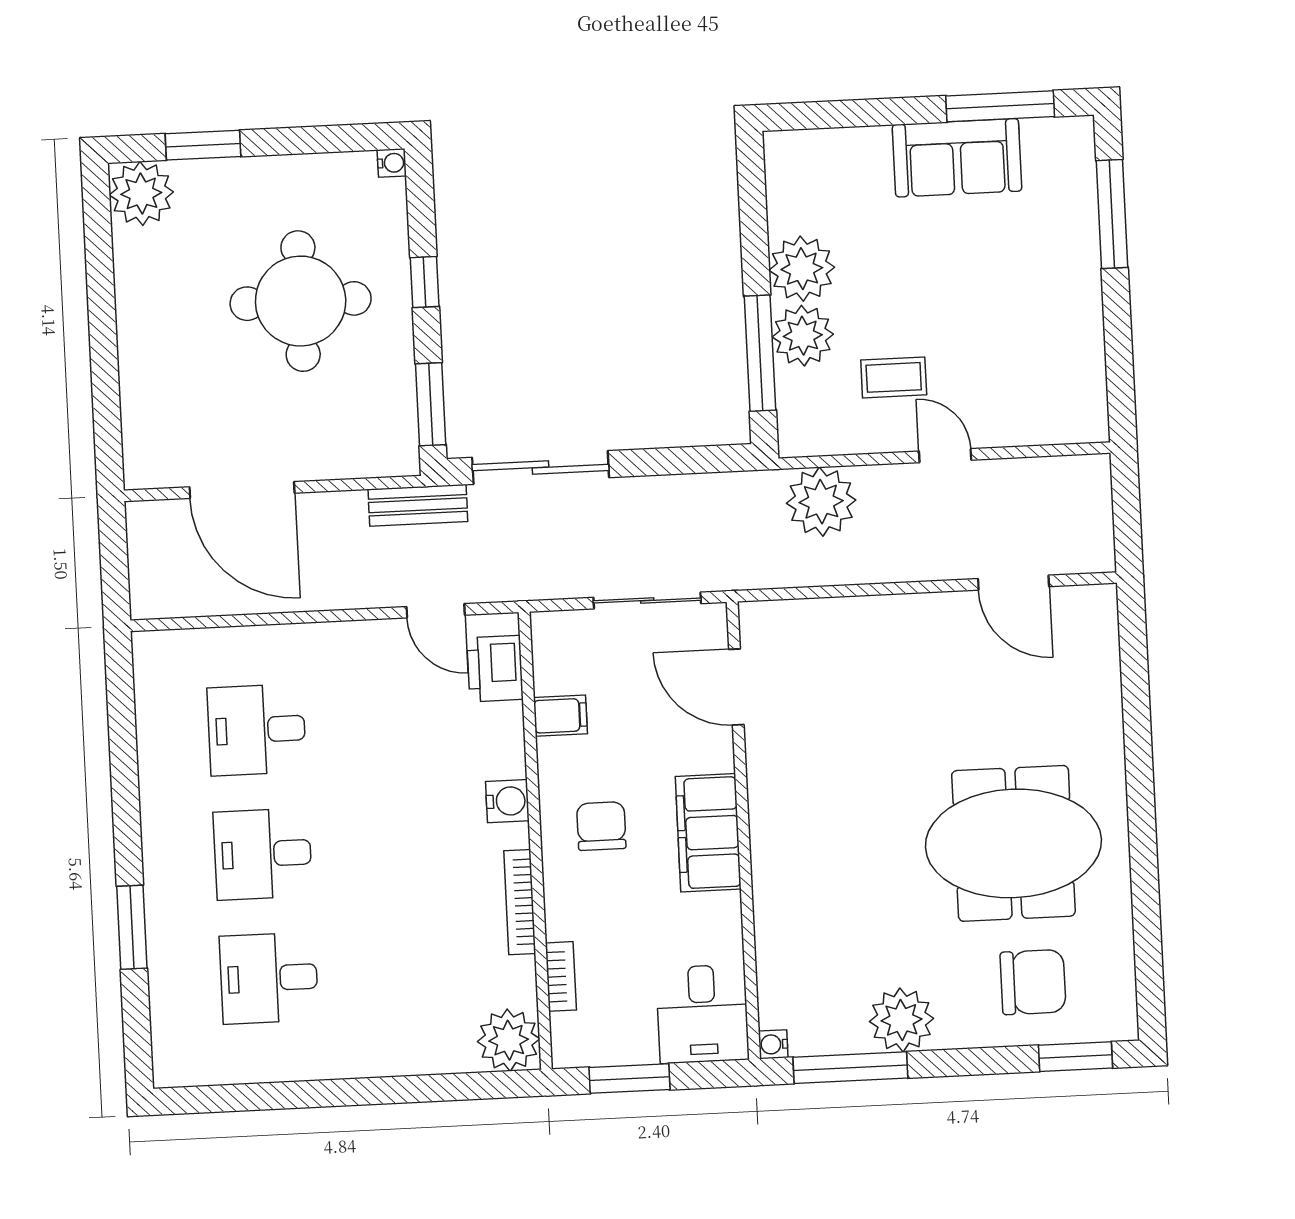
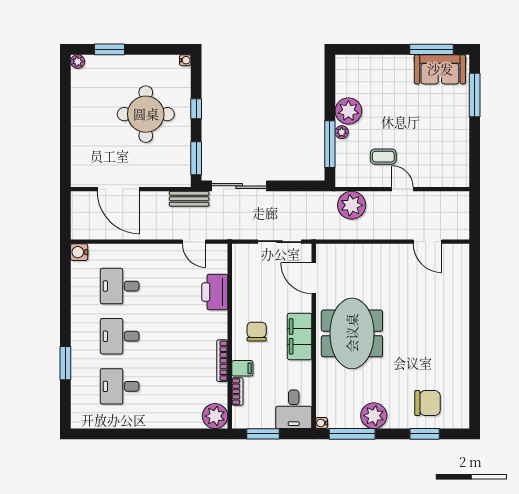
sofa: (957, 158) -> (440, 69), moved
plant: (141, 193) -> (78, 62), width x0.53, depth x0.53
plant: (803, 336) -> (342, 132), width x0.53, depth x0.53
printer: (495, 669) -> (215, 292), moved, width x1.37, depth x1.19
filing cabinet: (560, 716) -> (242, 368), moved
water cooler: (507, 801) -> (79, 252), moved, turned 180
meeting table: (1013, 843) -> (352, 333), moved, turned 90
window: (1076, 1057) -> (425, 434), moved

